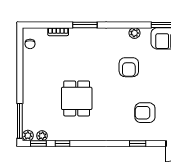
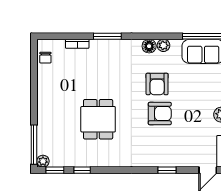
floor lamp: (122, 34) -> (149, 46), added
armchair: (145, 113) -> (160, 114), moved, turned 180
plant: (42, 136) -> (59, 161), removed

